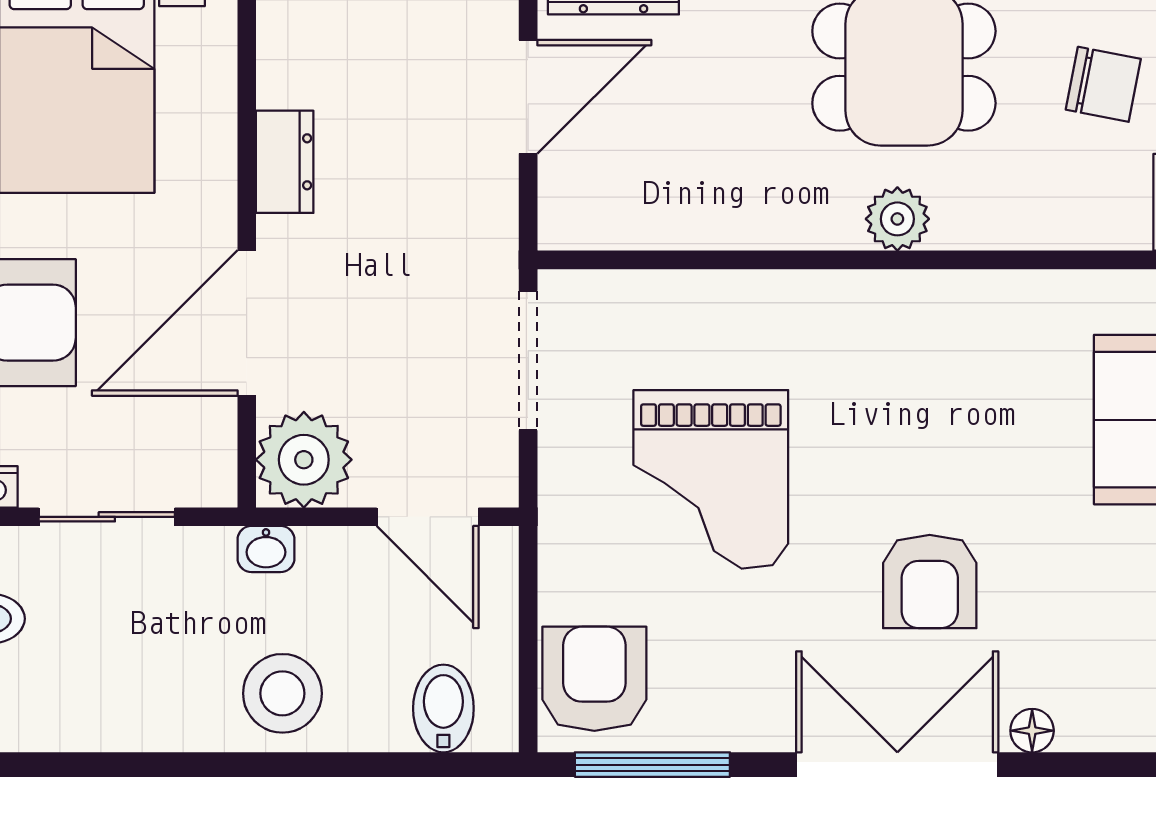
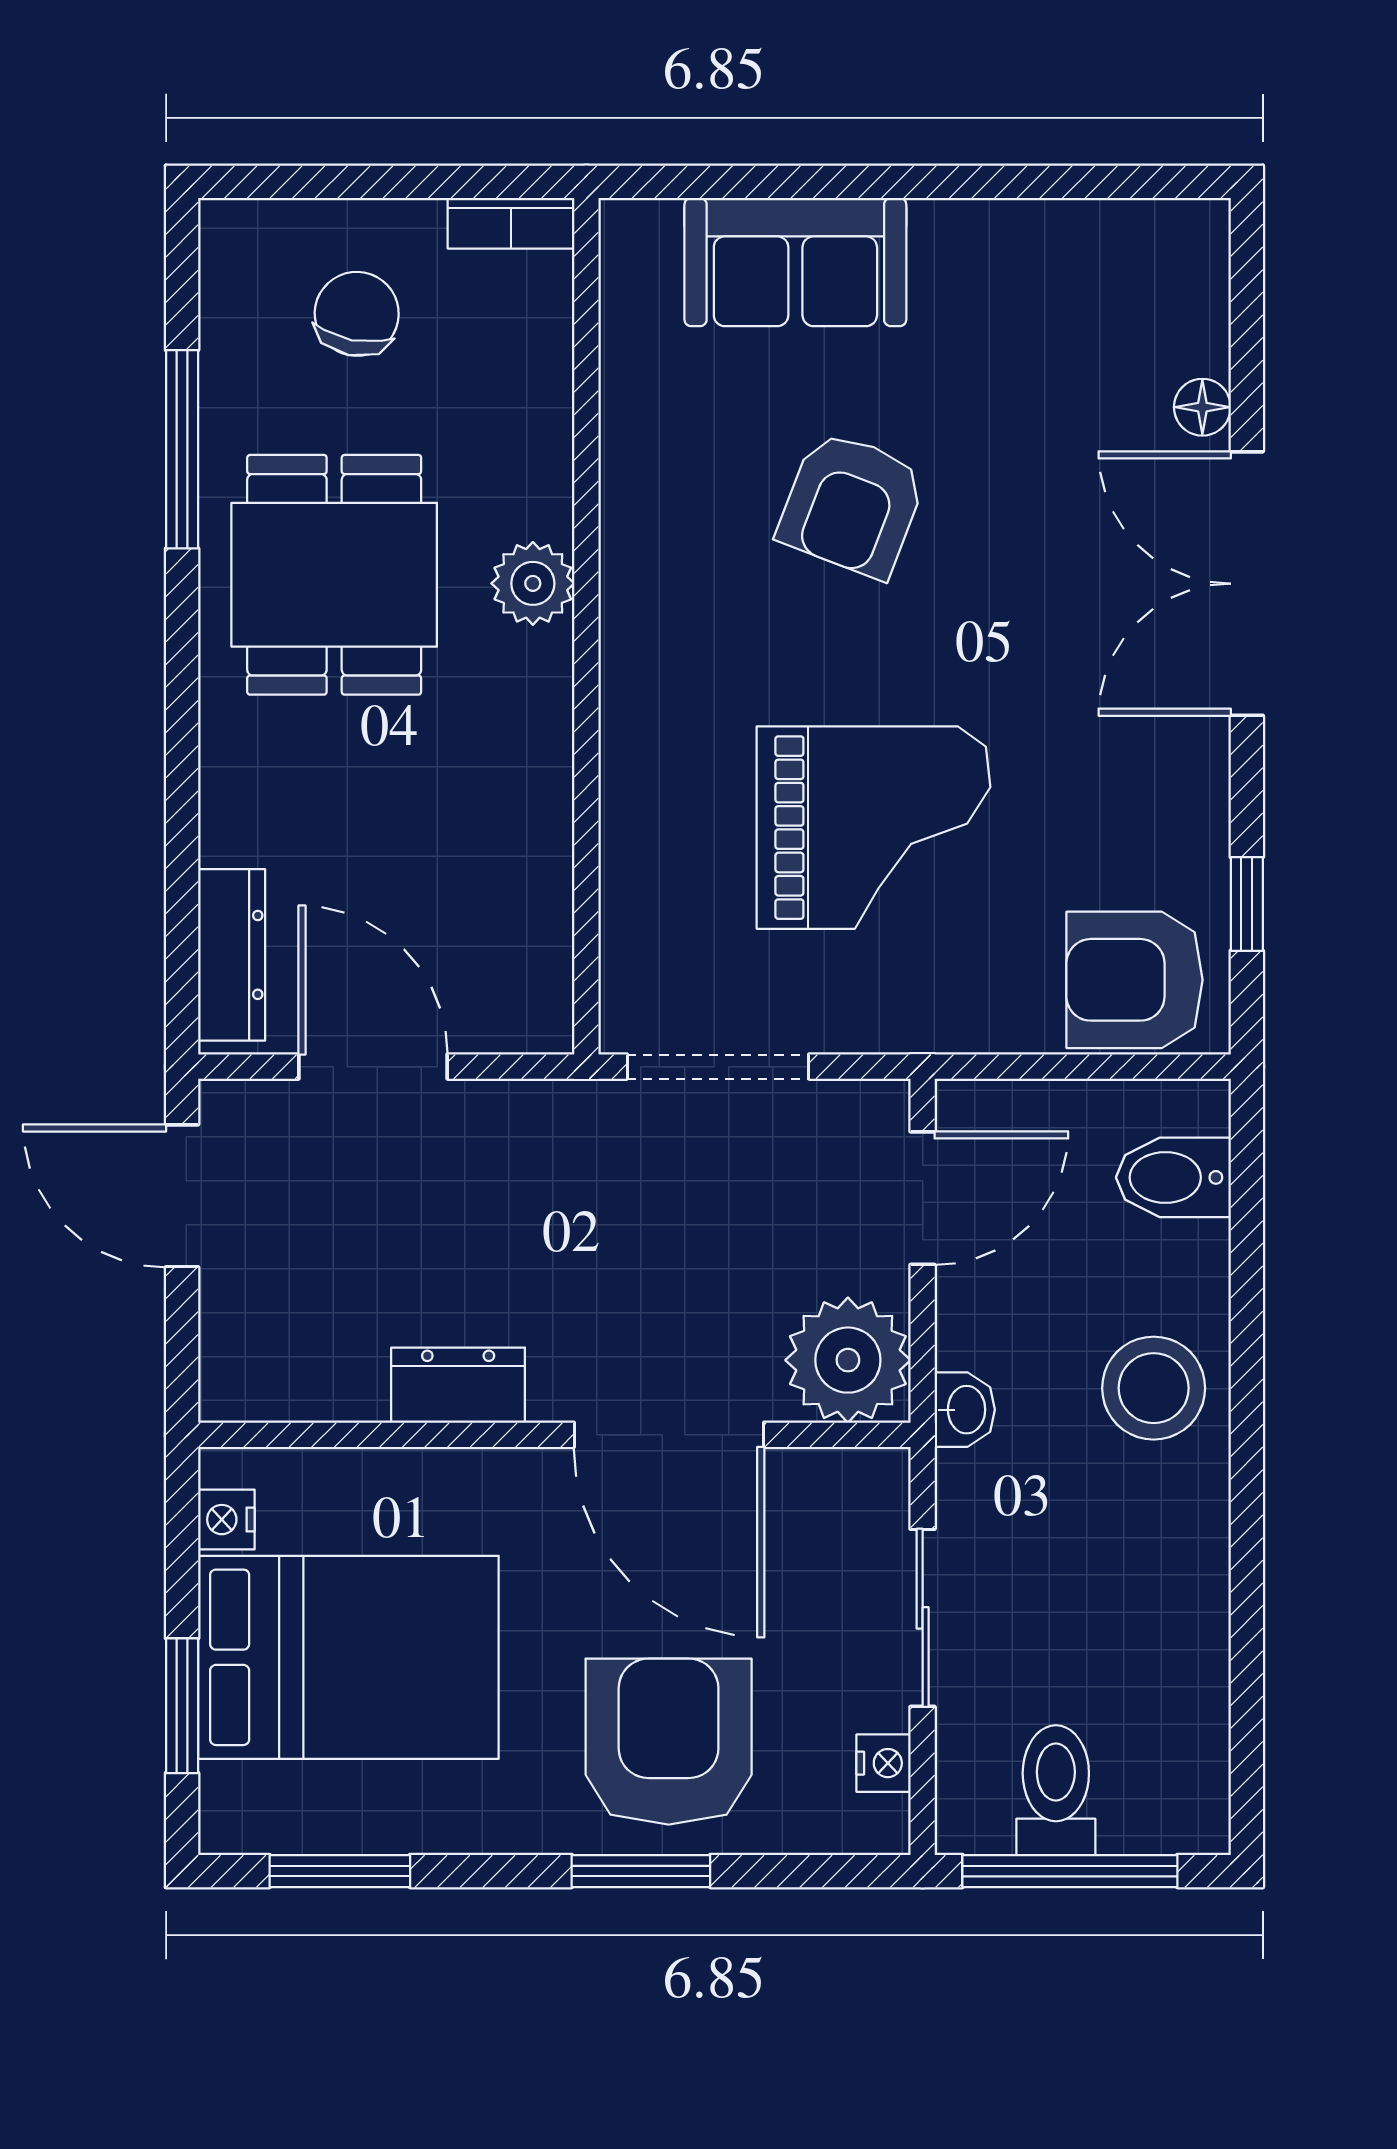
armchair: (930, 581) -> (852, 504), moved, turned 111
window: (652, 765) -> (1247, 904), width x0.46

